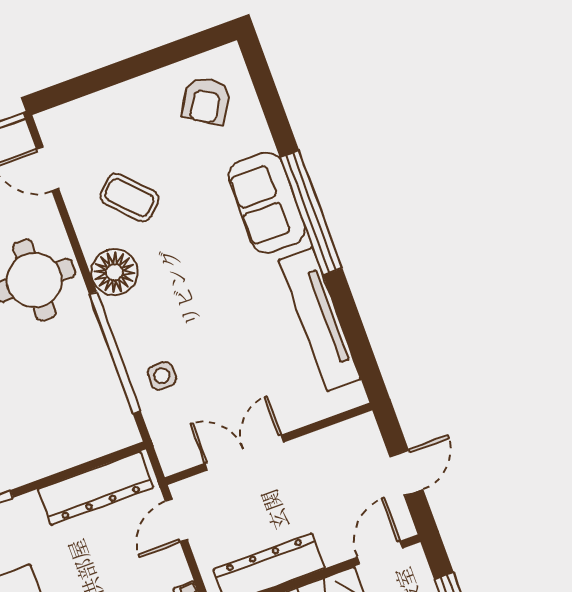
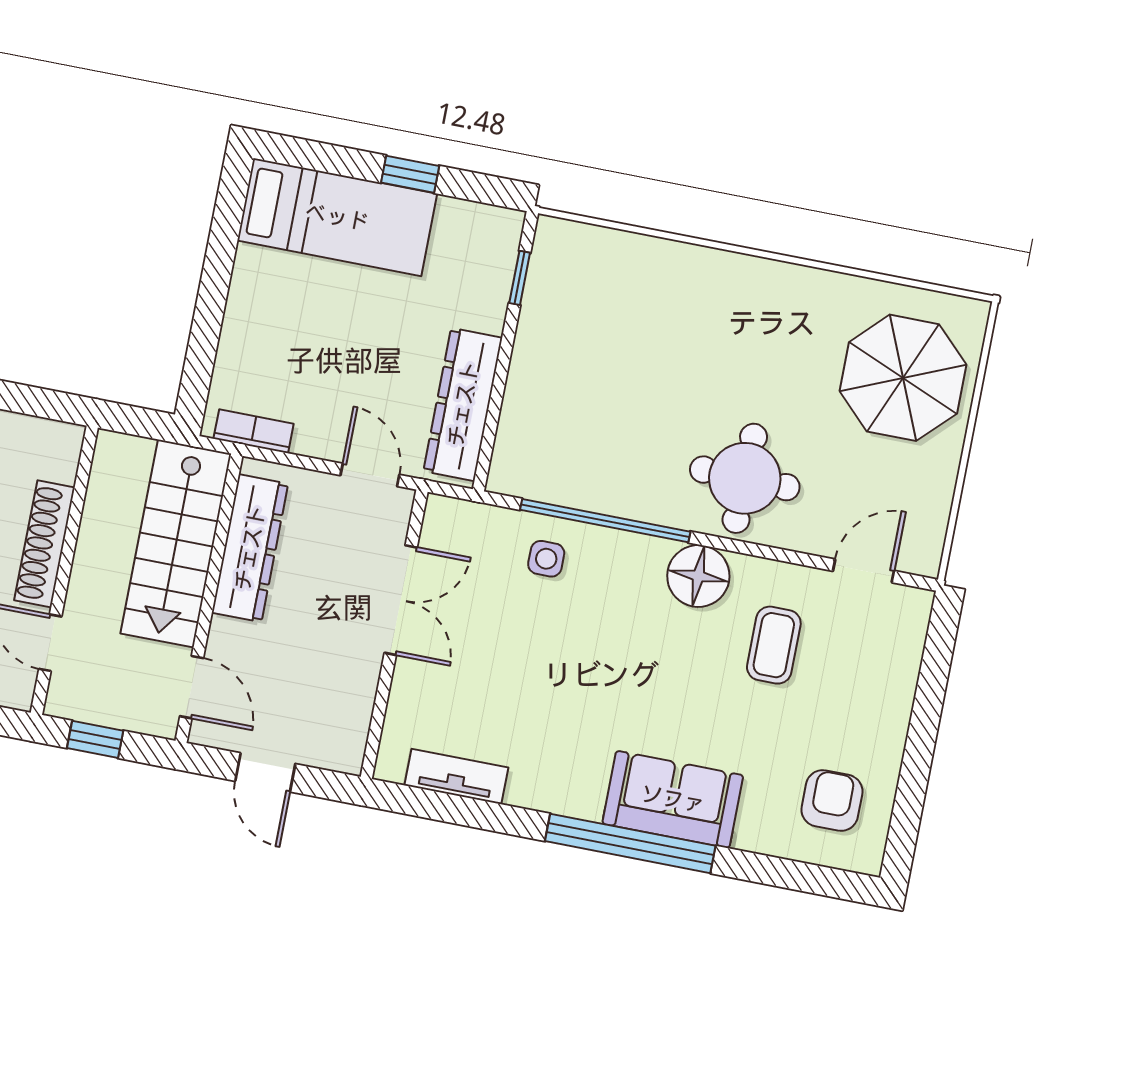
armchair: (206, 101) -> (832, 801), turned 58
coffee table: (129, 198) -> (774, 645), turned -46
tv unit: (320, 319) -> (456, 776), width x0.52, depth x0.78

